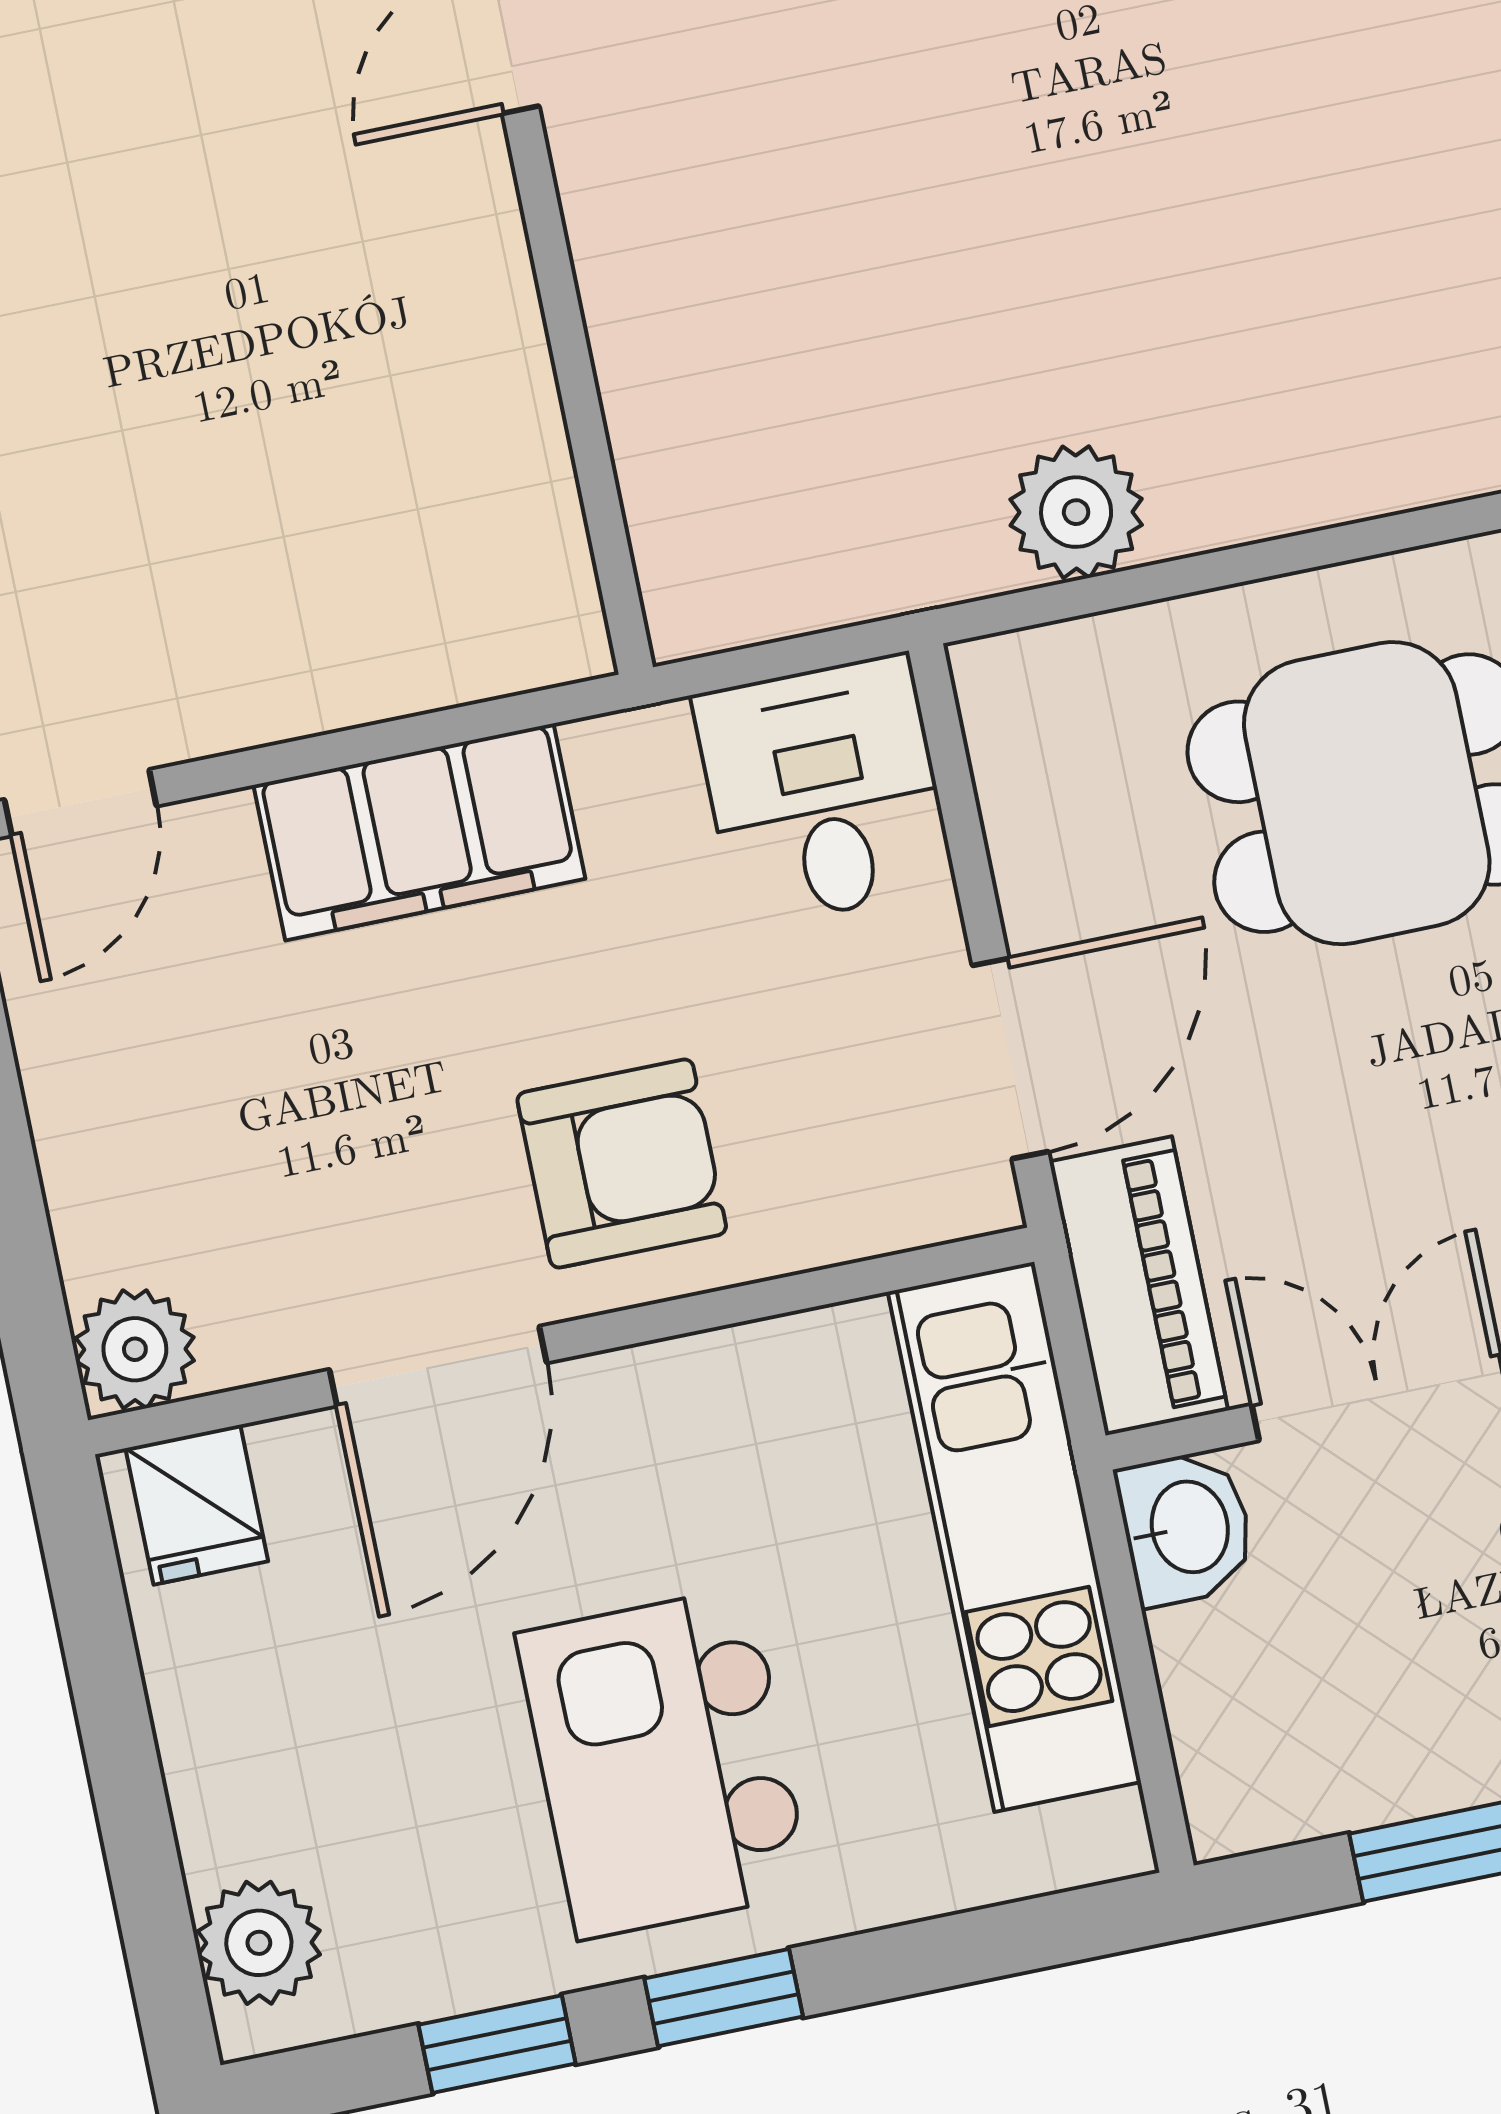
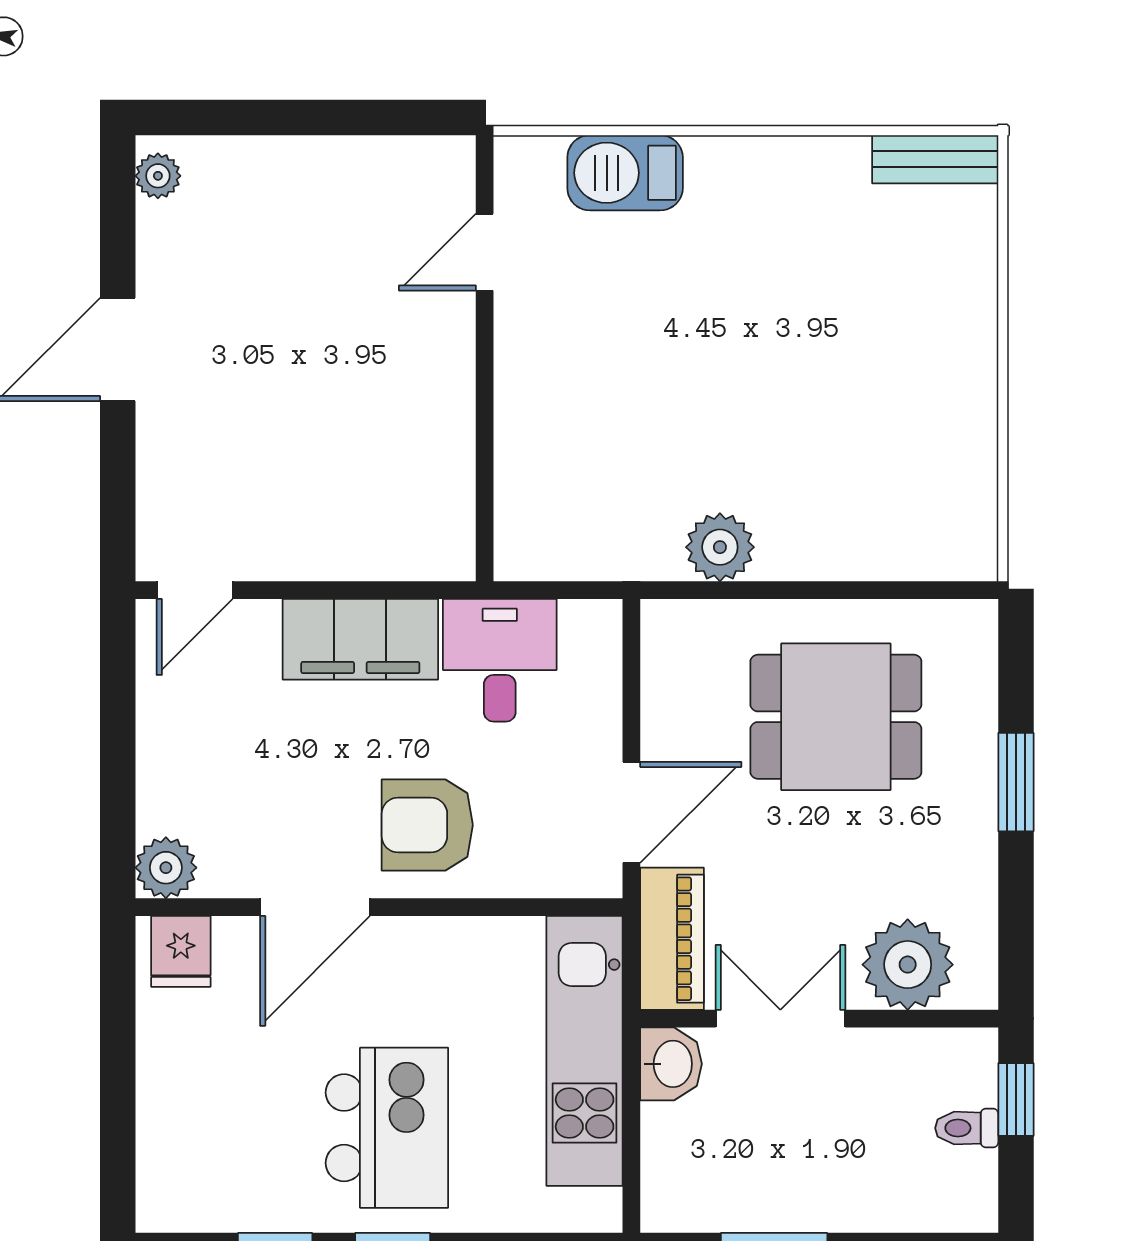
desk: (824, 791) -> (500, 660), moved
armchair: (622, 1164) -> (427, 825), turned 180
kitchen island: (664, 1763) -> (387, 1128), turned 180
plant: (259, 1943) -> (167, 1176), removed

